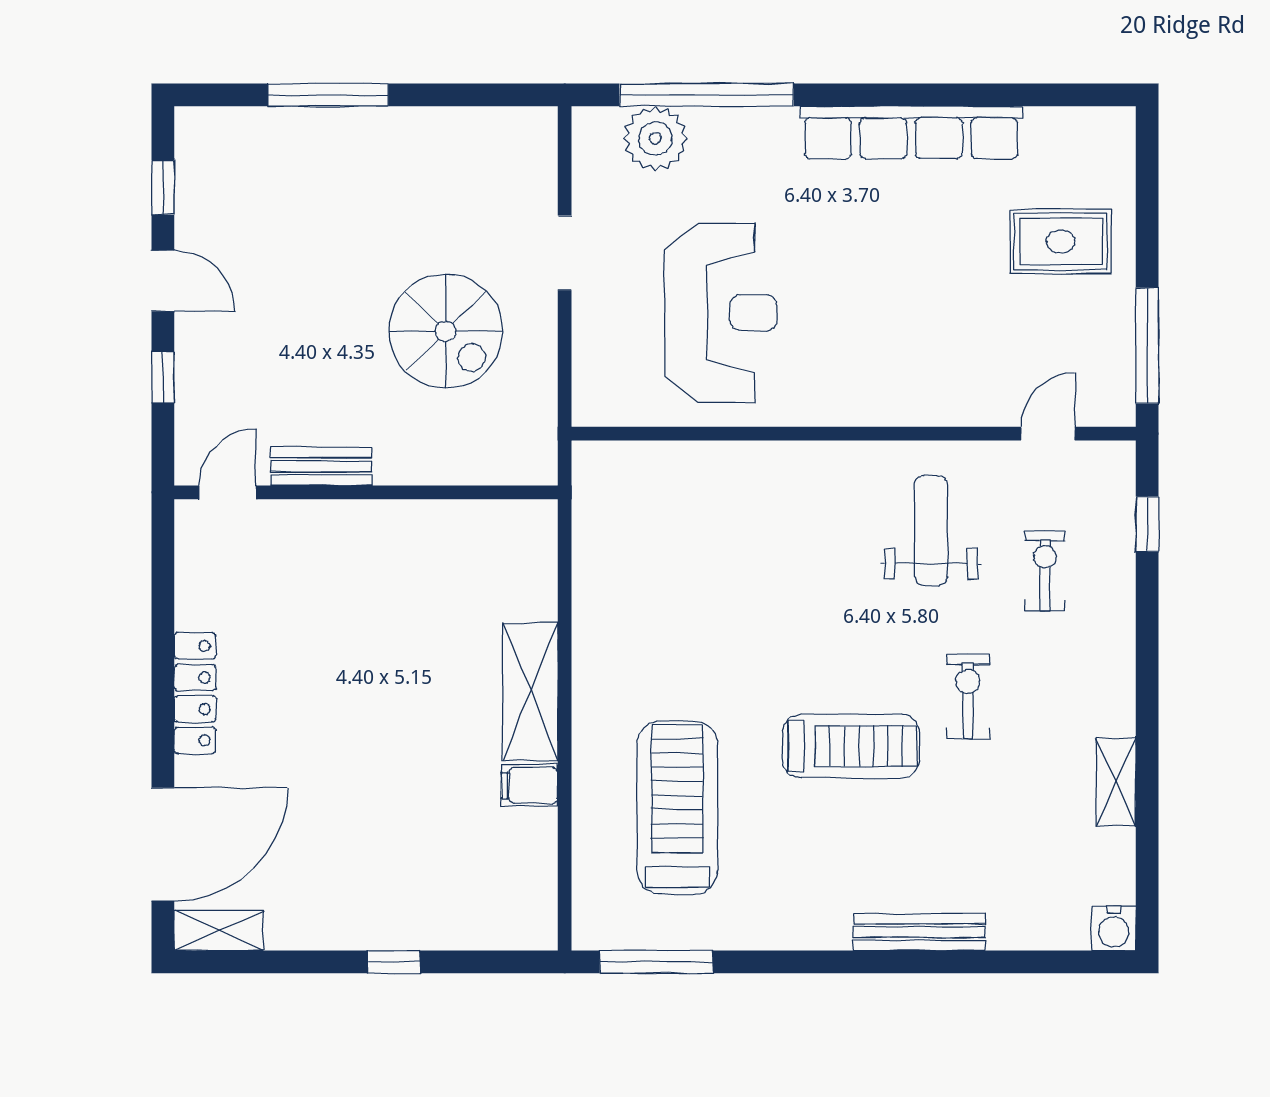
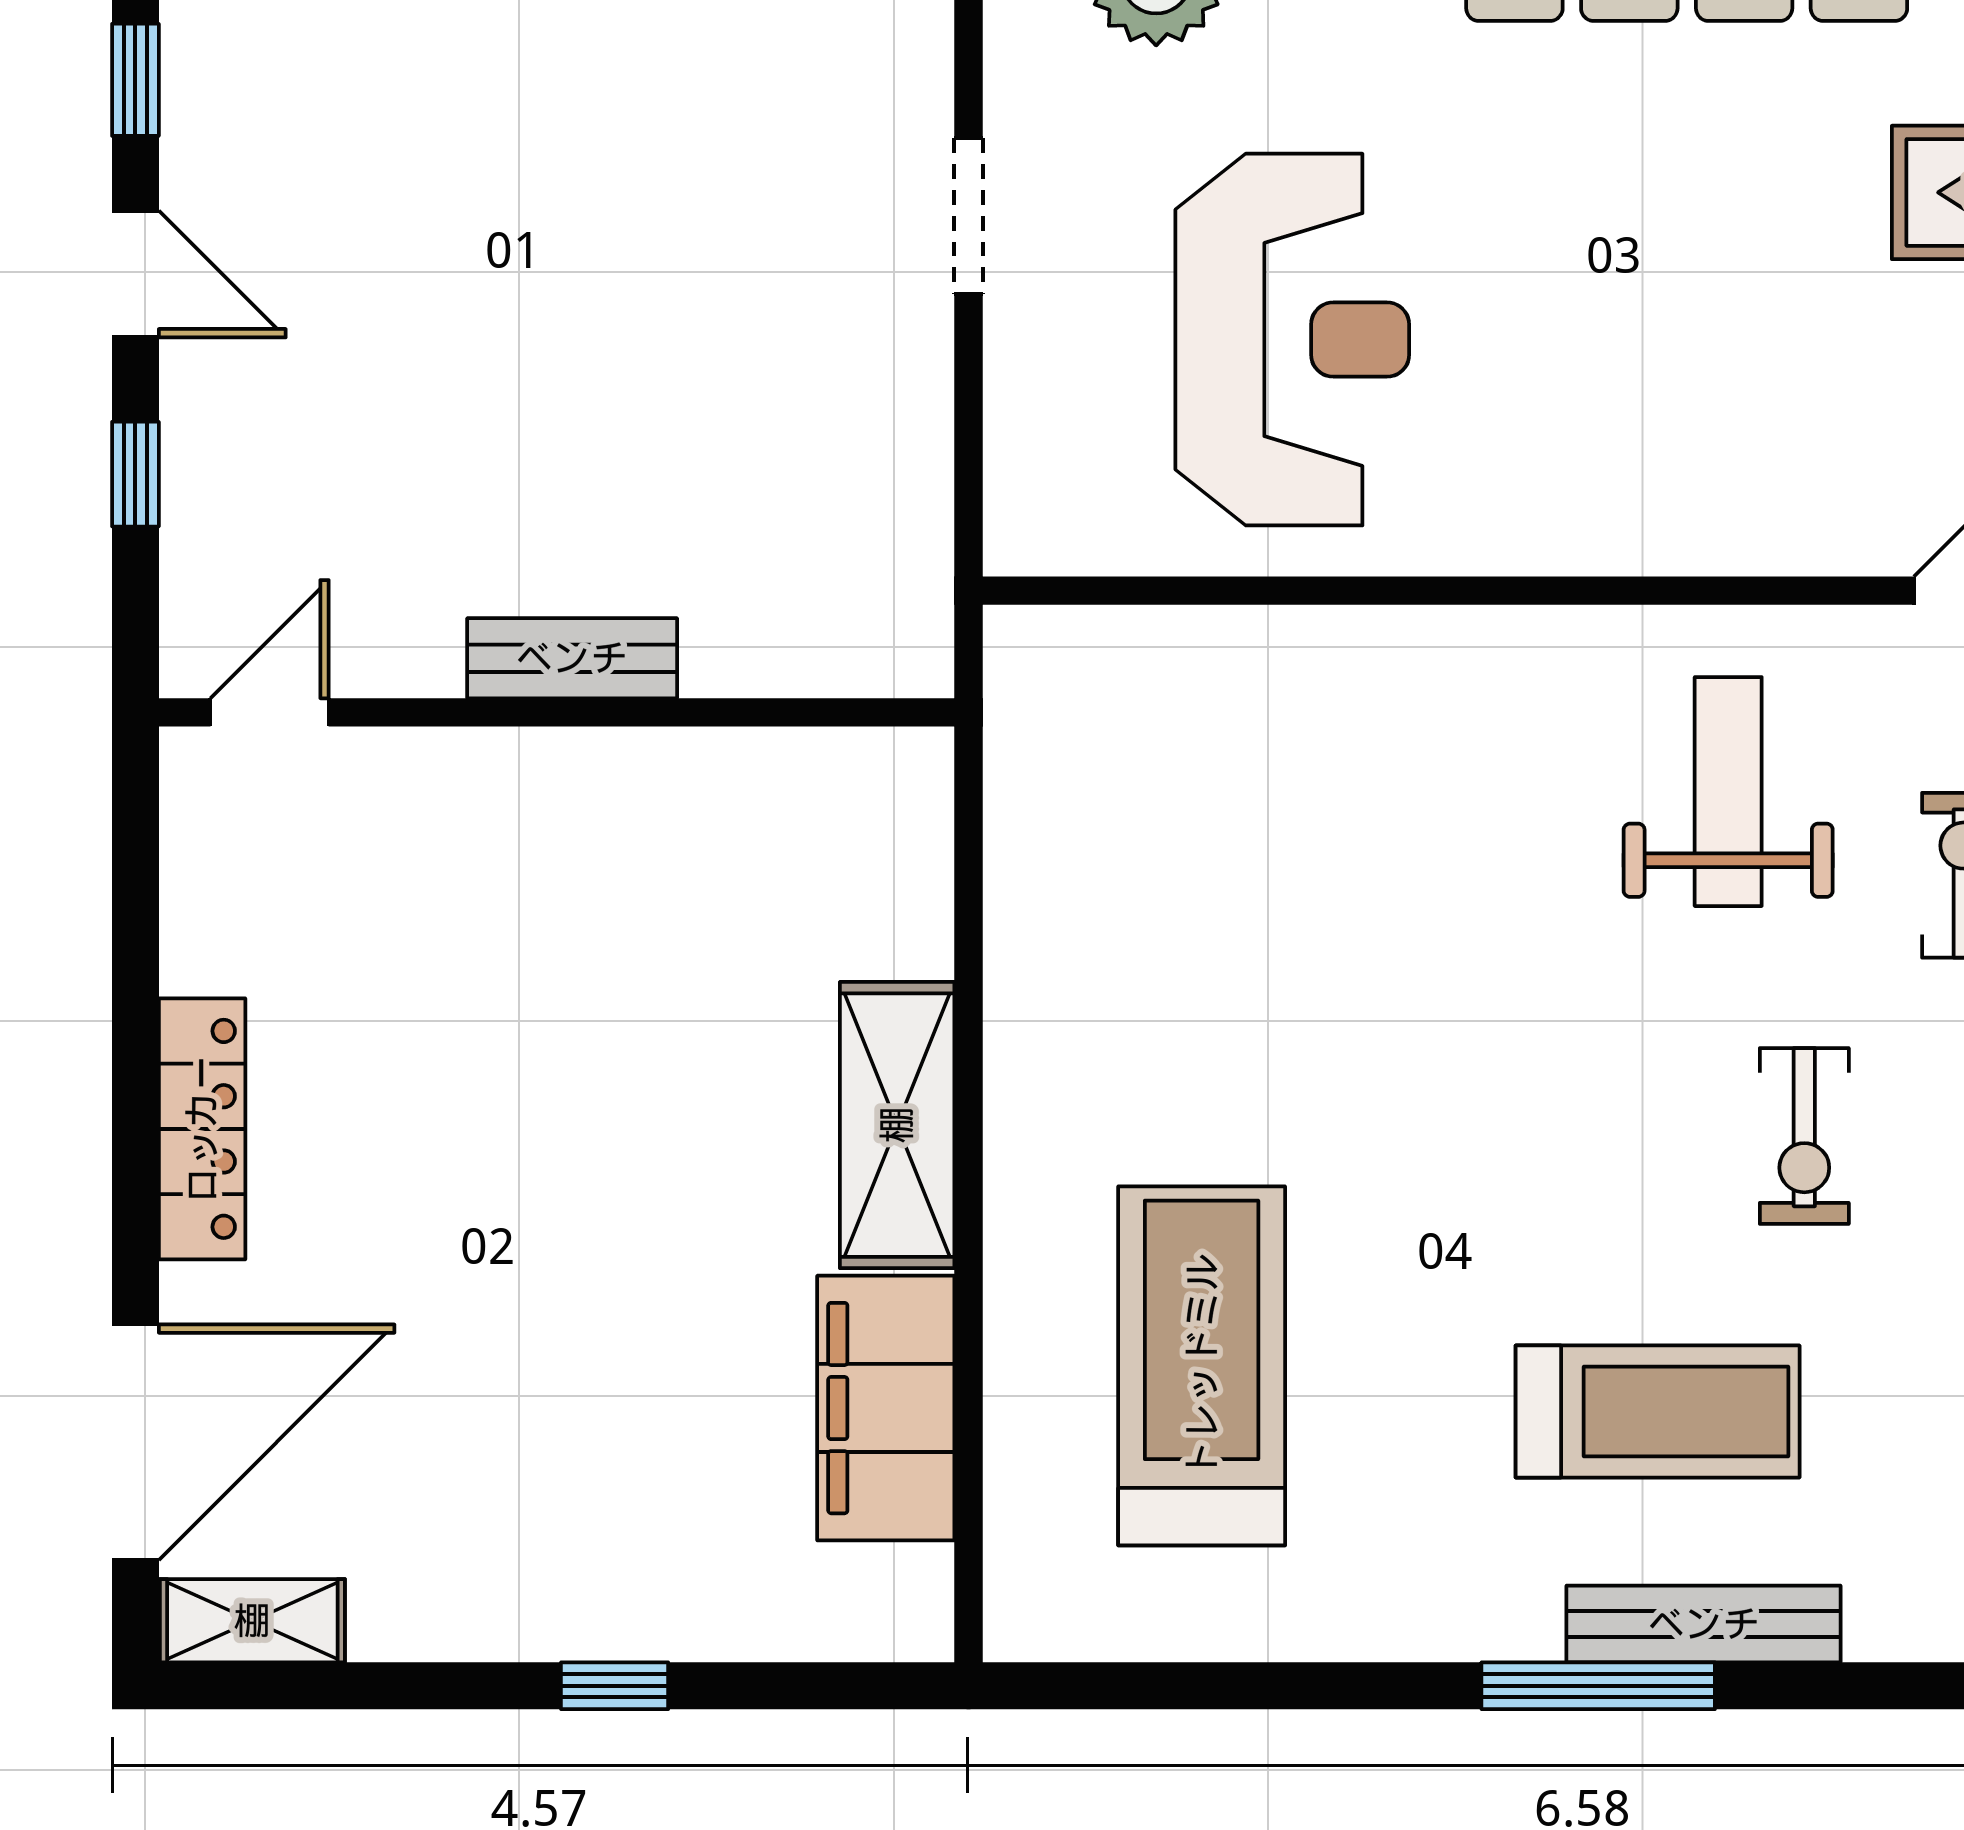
spiral stairs: (446, 331) -> (722, 379), removed
bench: (321, 466) -> (572, 658), moved
exercise bike: (968, 697) -> (1804, 1136), turned 180
treadmill: (851, 746) -> (1658, 1411), moved
filing cabinet: (530, 785) -> (886, 1408), width x3.00, depth x1.17
window: (656, 962) -> (1598, 1686), moved

